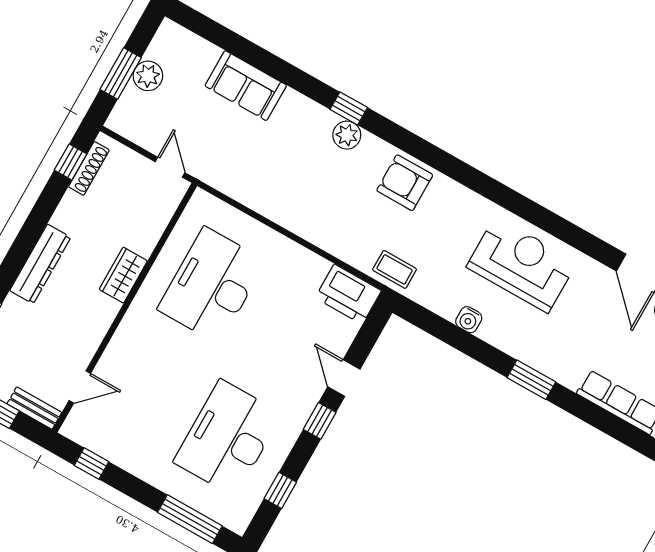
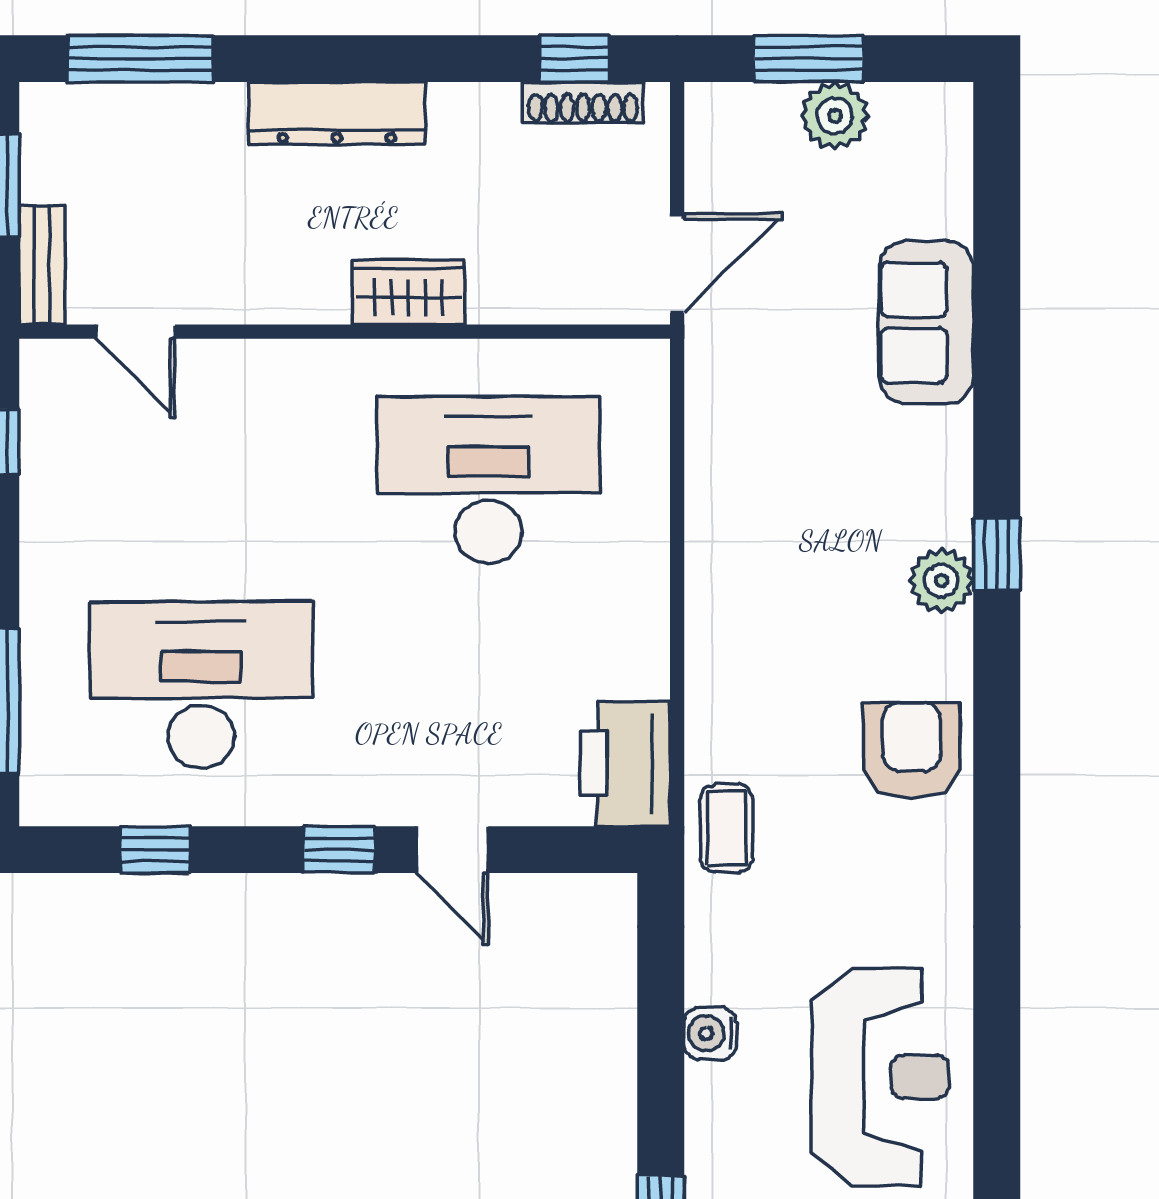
door: (170, 167) -> (677, 263), width x1.38
door: (344, 378) -> (452, 850), swing flipped

